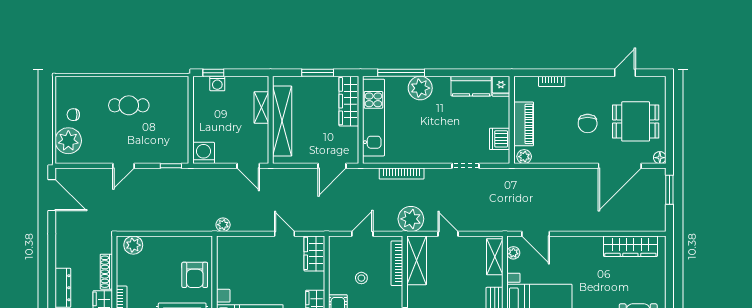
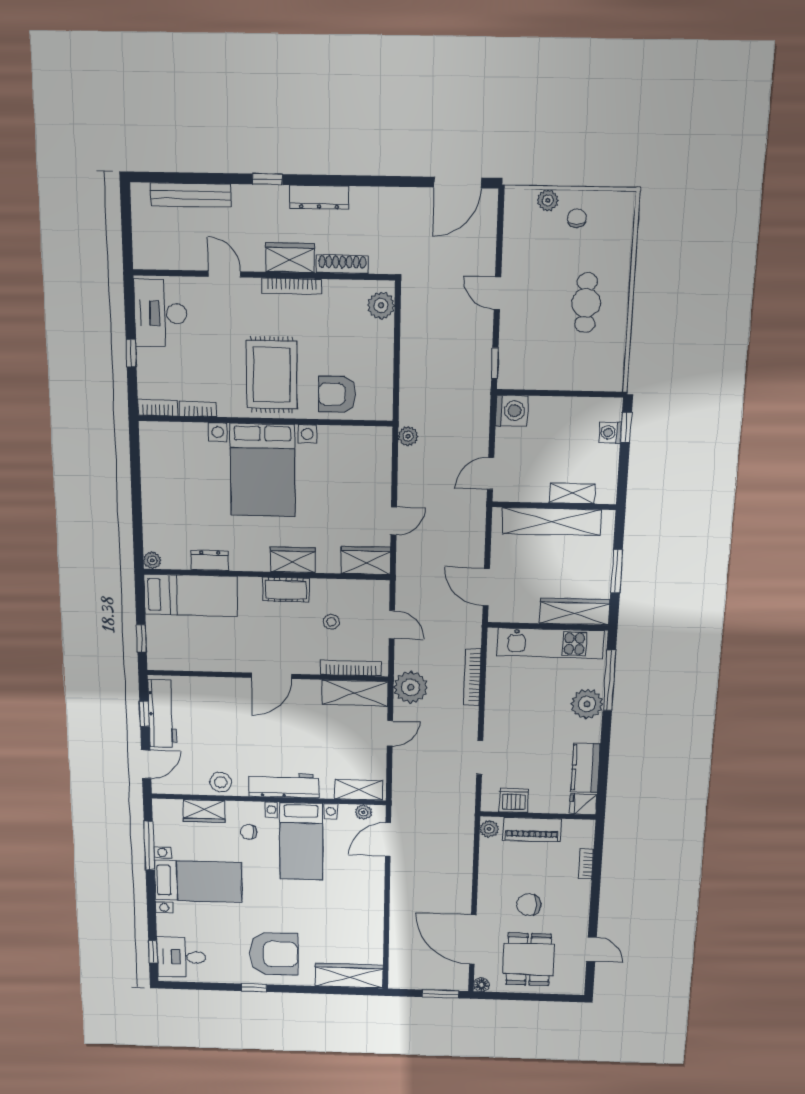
plant: (68, 141) -> (548, 200), width x0.53, depth x0.53
wardrobe: (630, 246) -> (349, 976), moved, turned 90

